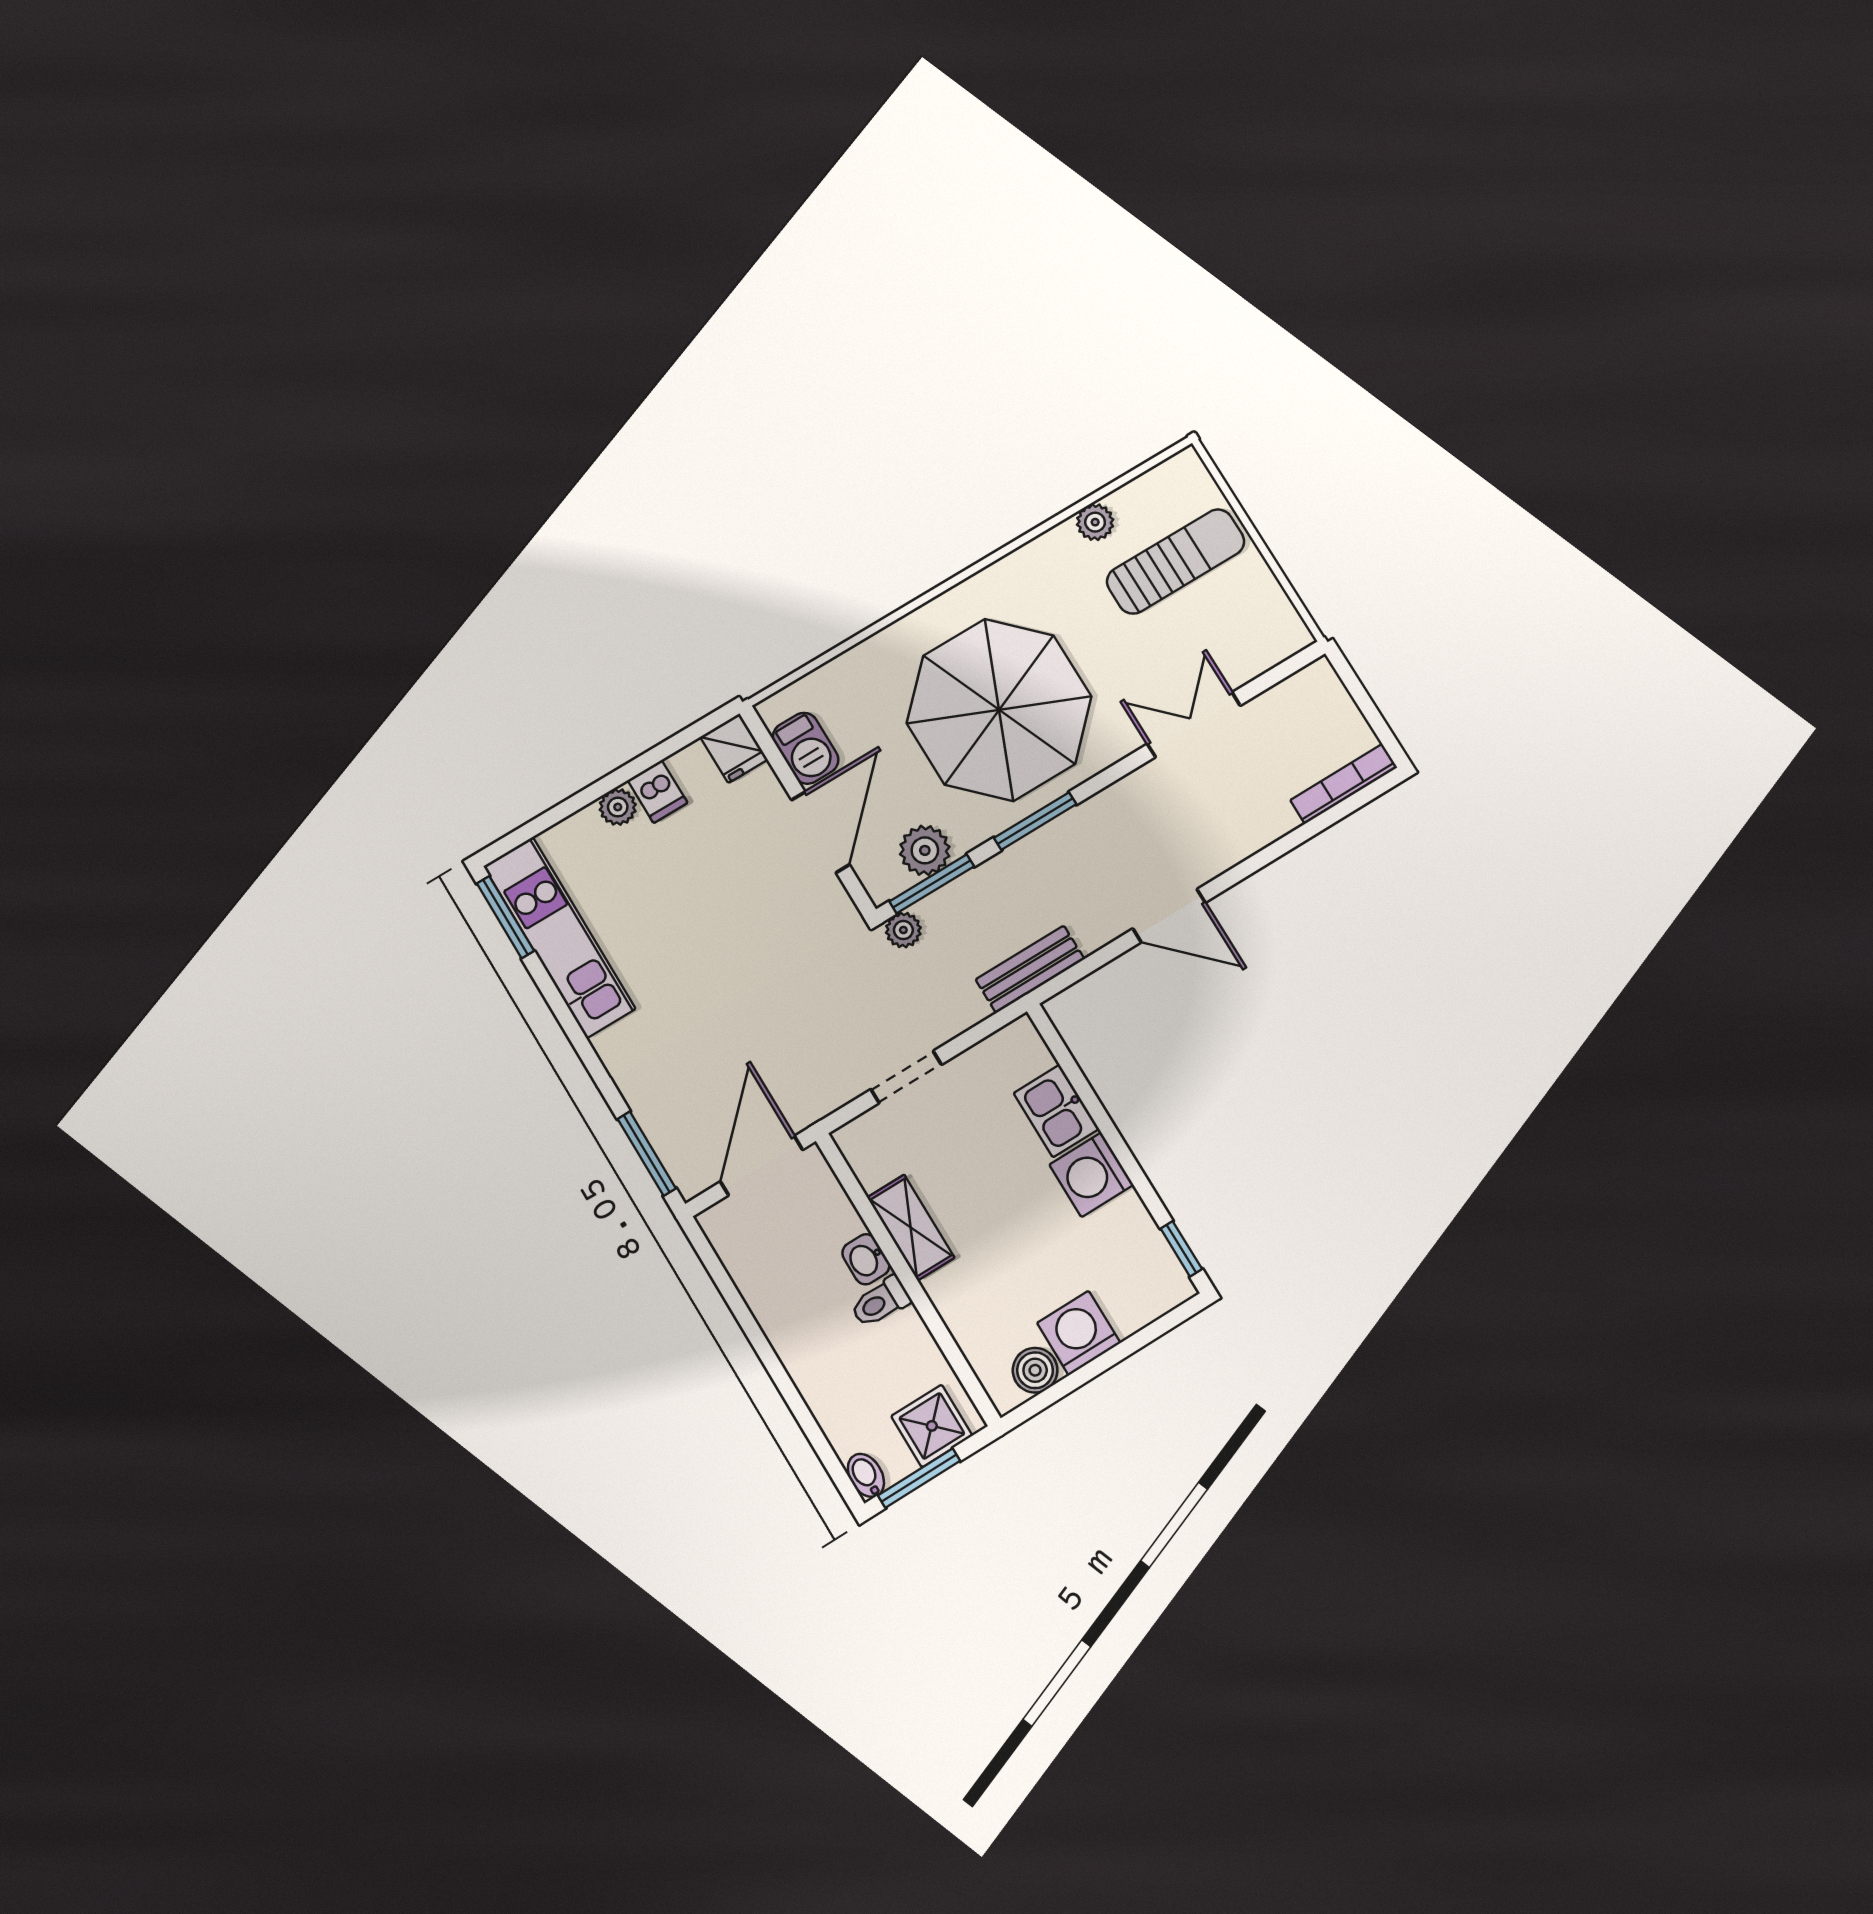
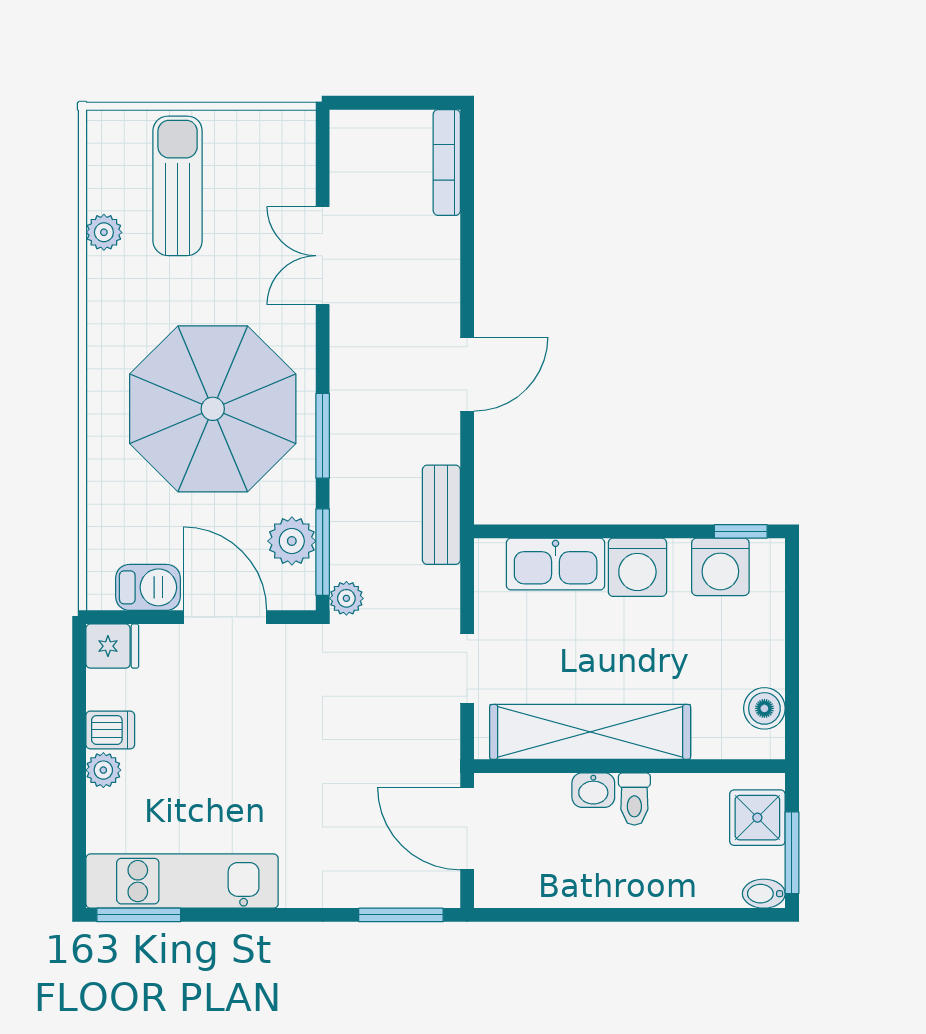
kitchen sink: (1056, 1111) -> (556, 564), width x1.38
shelving: (911, 1228) -> (590, 732), width x2.20, depth x1.33
washing machine: (1079, 1333) -> (720, 567), moved, turned -90

